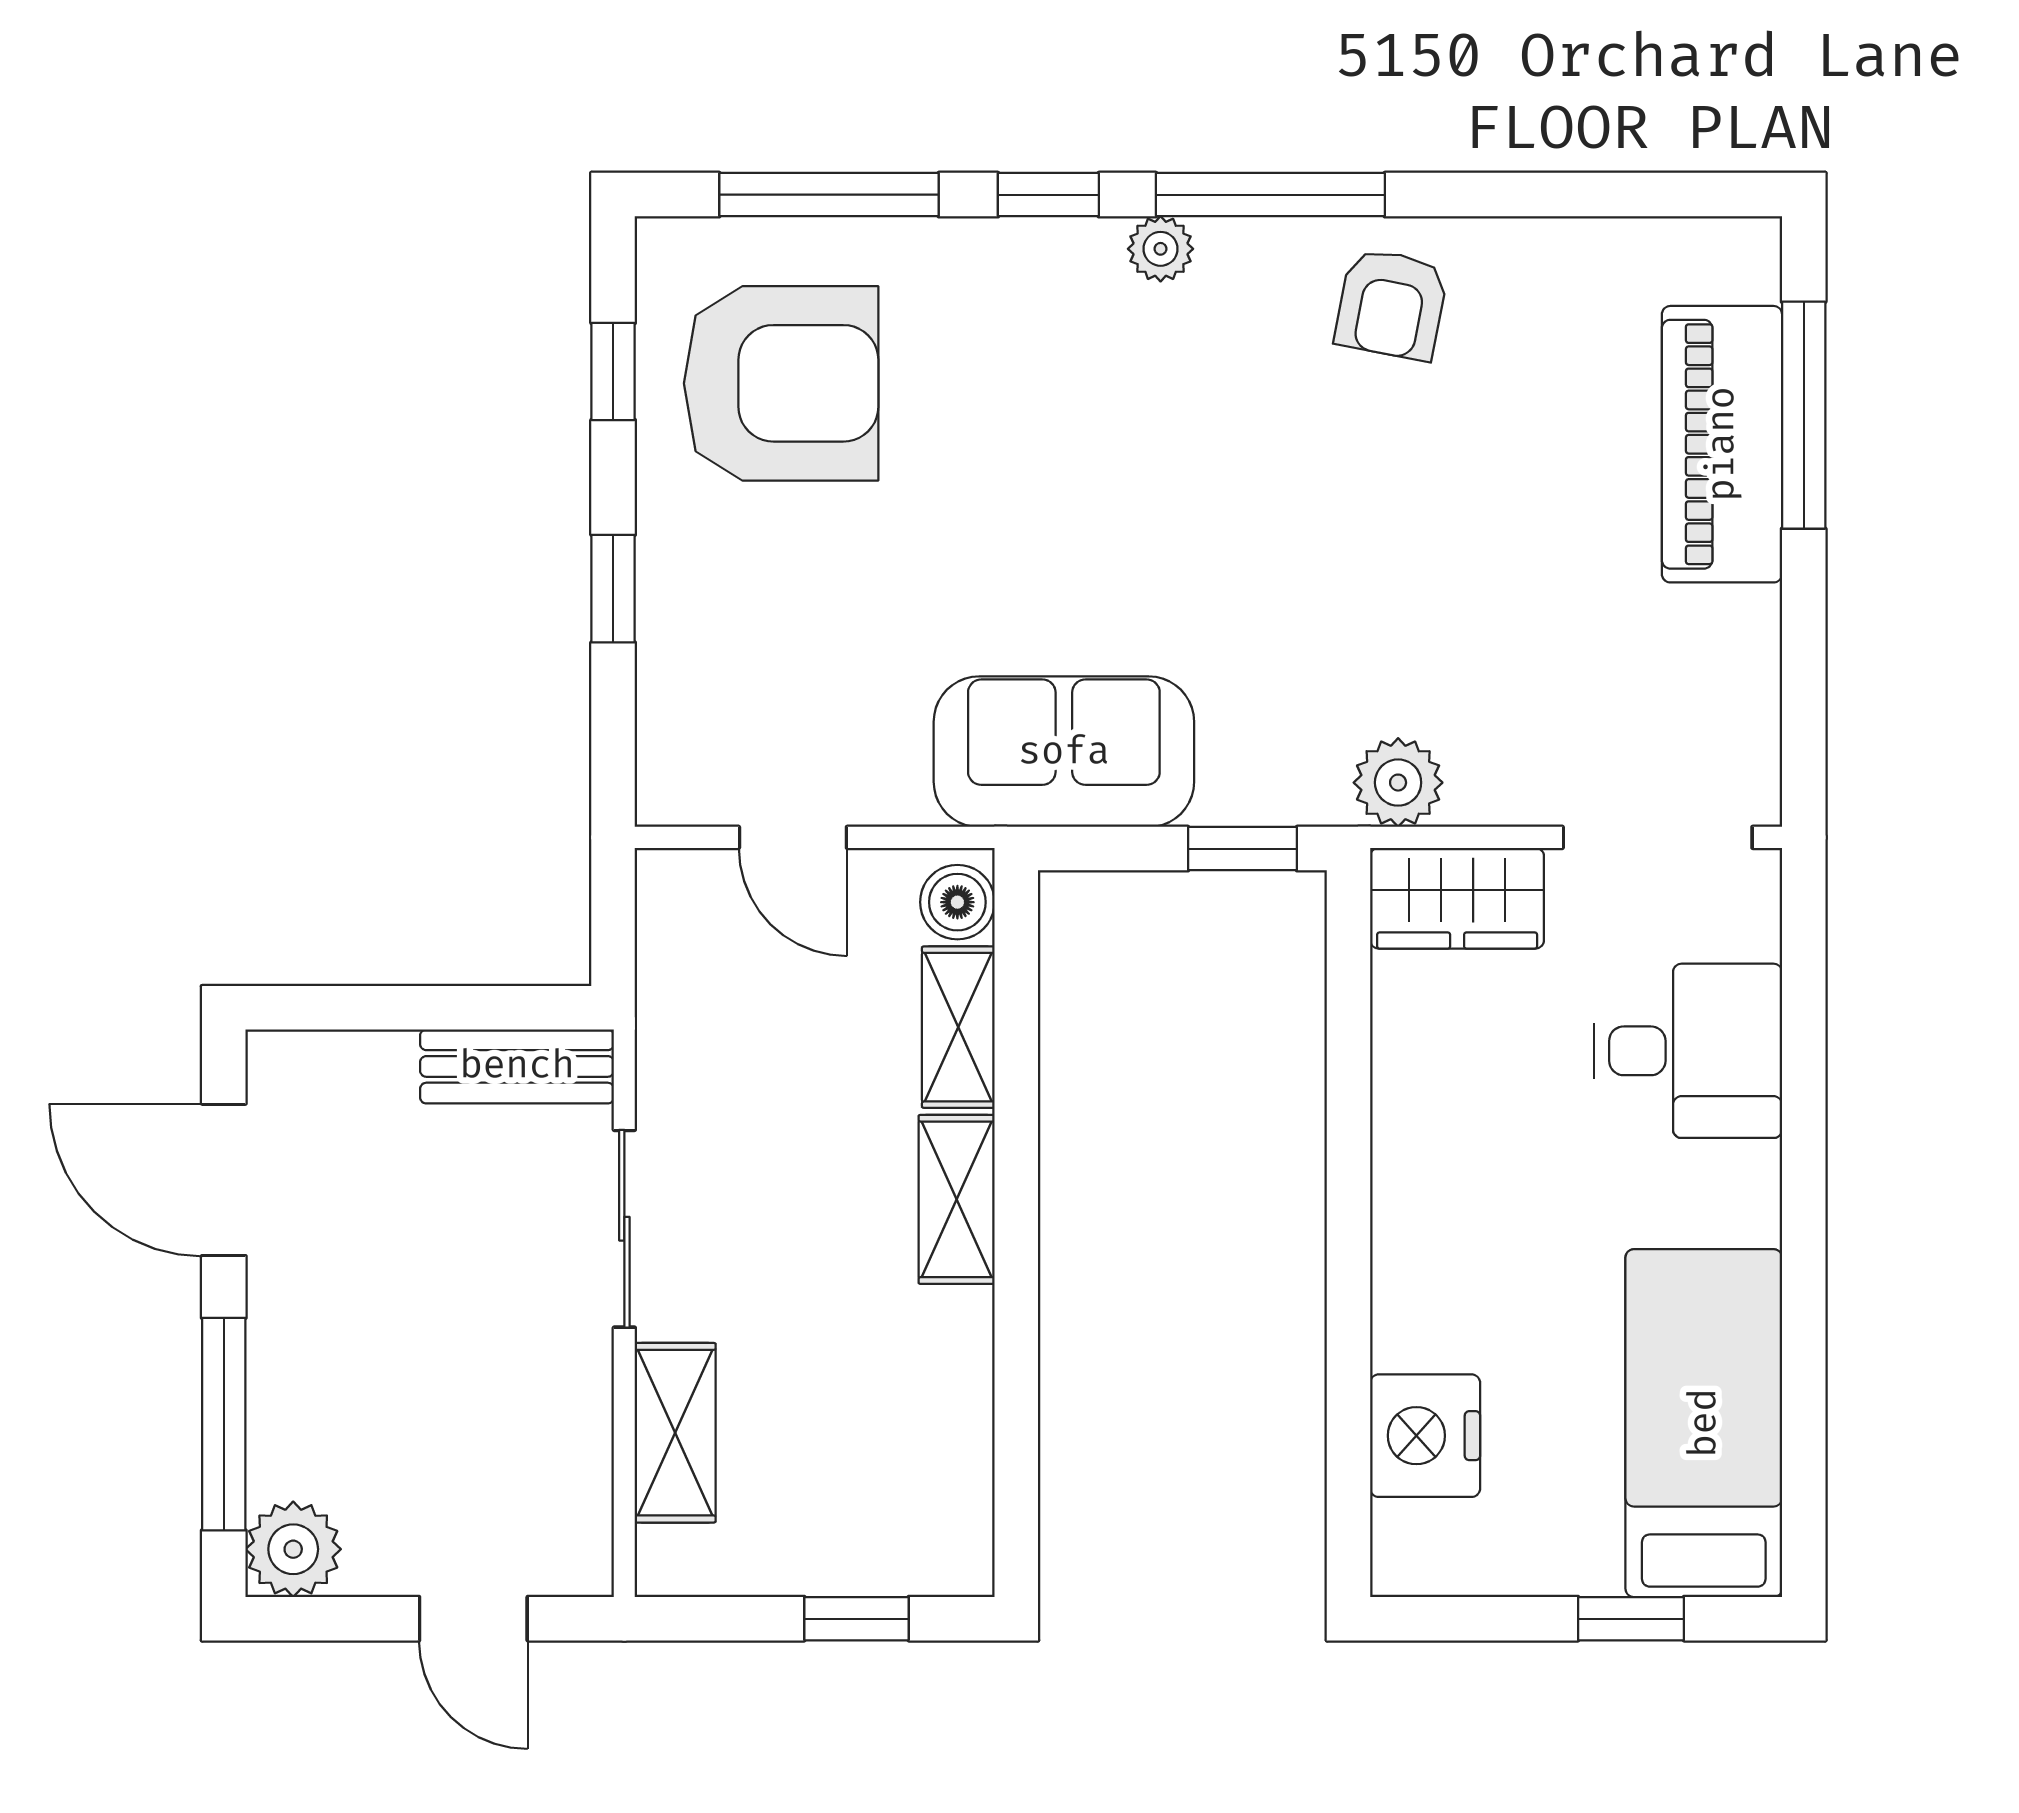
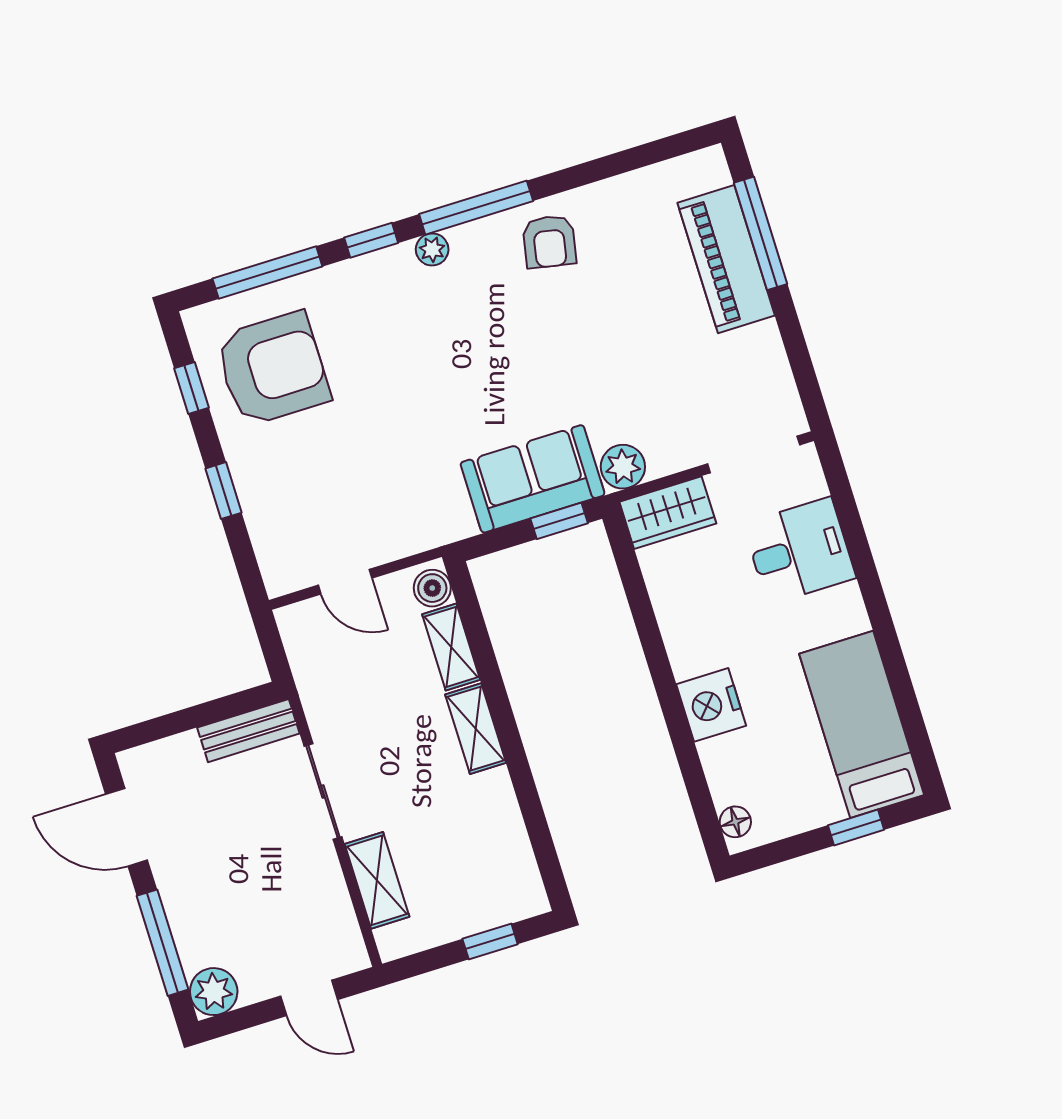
sofa: (1064, 752) -> (533, 479), moved
nightstand: (1425, 1436) -> (711, 705), moved
floor lamp: (1401, 1535) -> (735, 822), added

